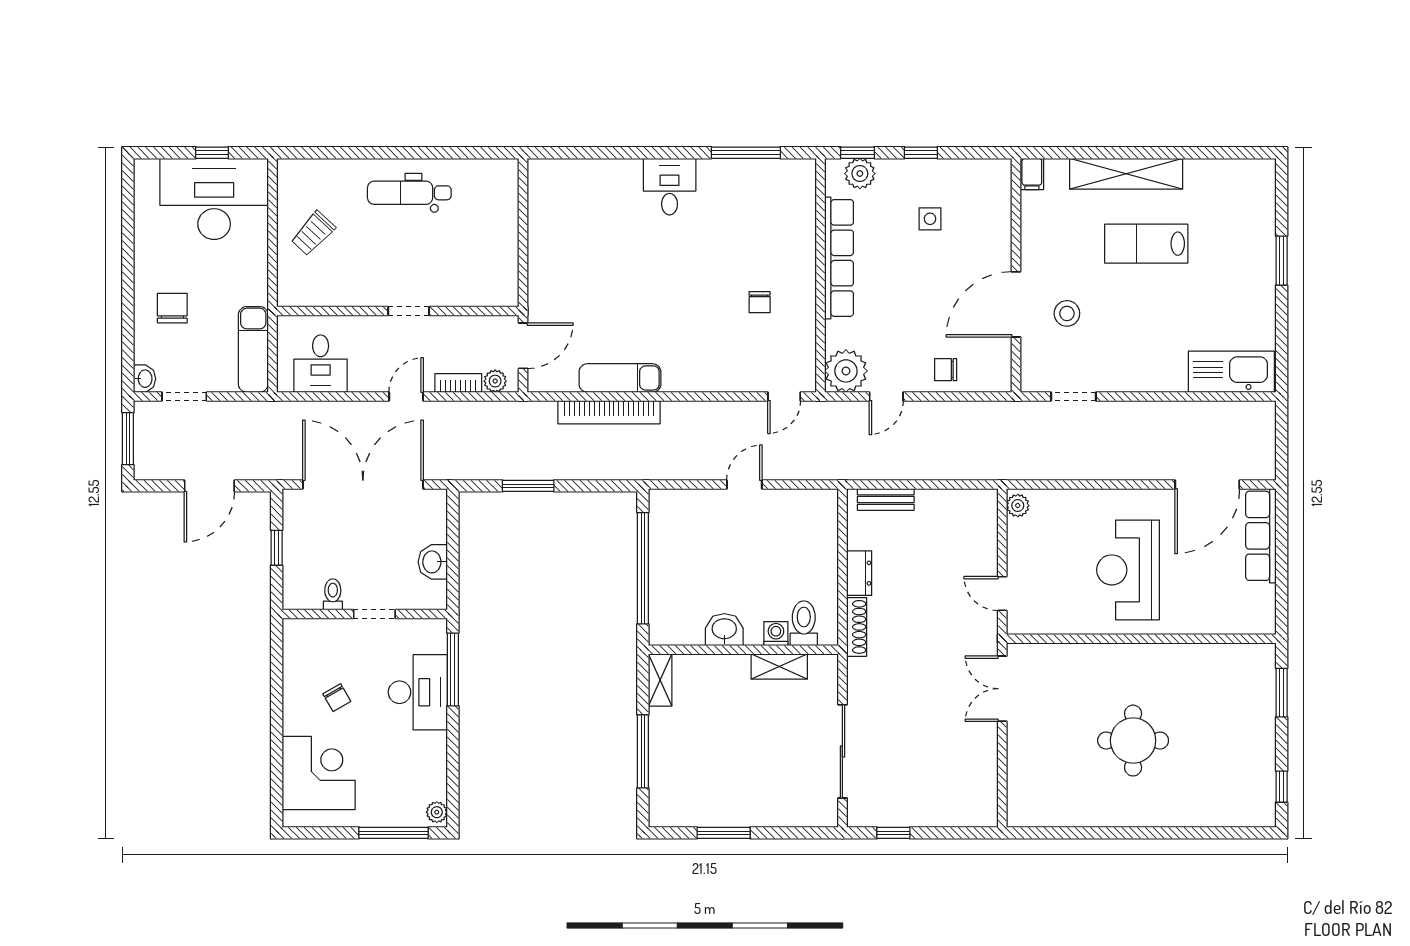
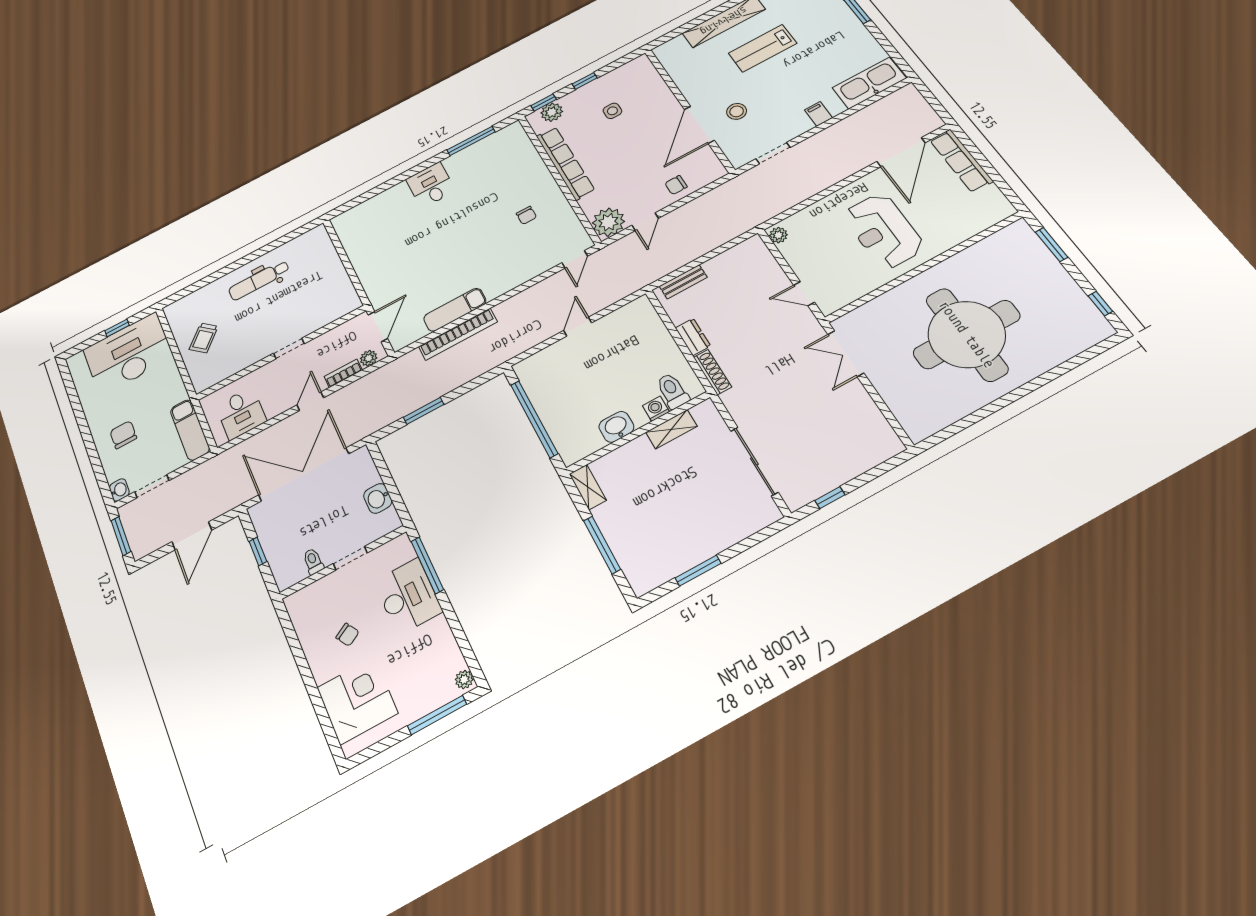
filing cabinet: (1032, 174) -> (818, 114), moved, turned 180
round table: (1133, 741) -> (967, 334), width x1.86, depth x1.86

